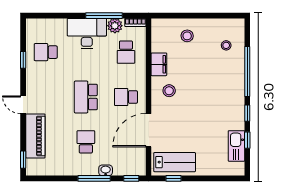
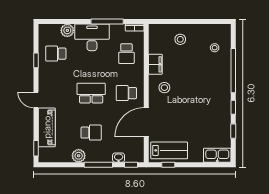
plant: (115, 26) -> (67, 30), moved
school desk: (86, 97) -> (91, 93), turned 90
school desk: (86, 142) -> (91, 133), turned 90
kitchen sink: (237, 146) -> (217, 155), moved, turned 90
plant: (72, 168) -> (79, 156), added
washbasin: (106, 170) -> (119, 158), moved

